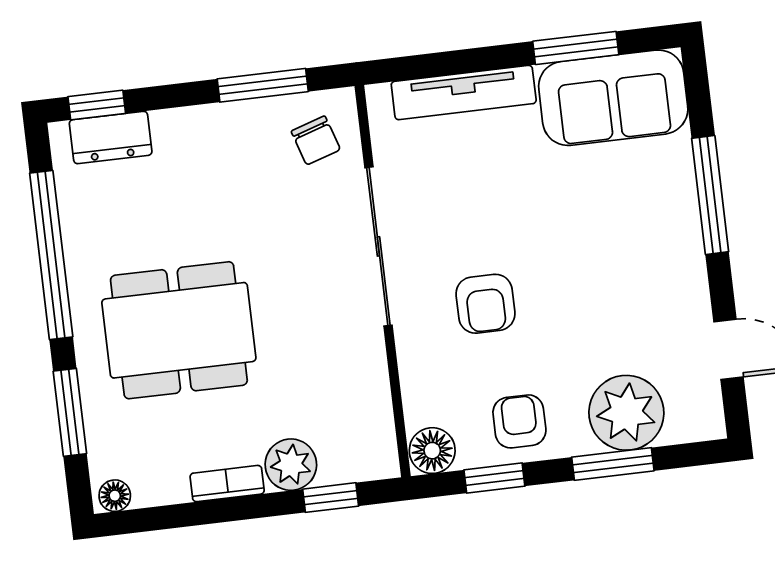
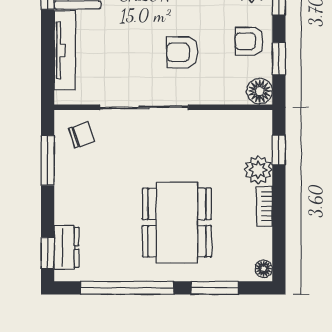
armchair: (485, 304) -> (182, 52), turned 180

